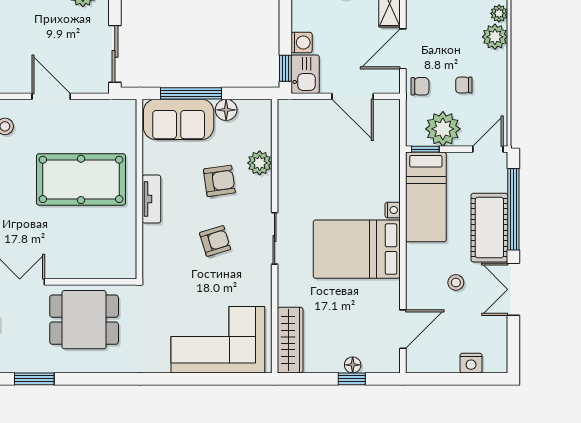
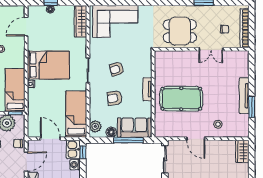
bed: (299, 147) -> (76, 114), added
plant: (260, 163) -> (95, 126), moved

